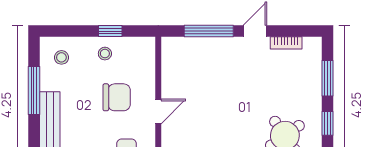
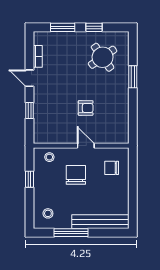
window: (209, 31) -> (29, 110), width x0.46
stool: (105, 54) -> (49, 157), moved
armchair: (212, 111) -> (86, 108), added

